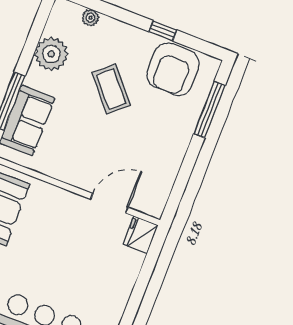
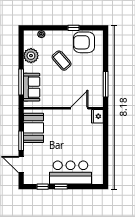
armchair: (173, 69) -> (84, 42), turned 90
window: (209, 110) -> (106, 84), moved

